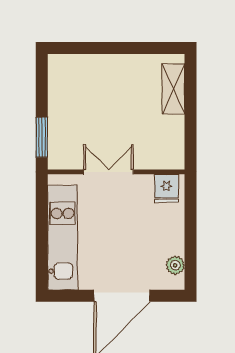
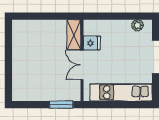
shelving: (173, 89) -> (74, 35), moved, turned 90
fridge: (166, 188) -> (92, 43), moved

